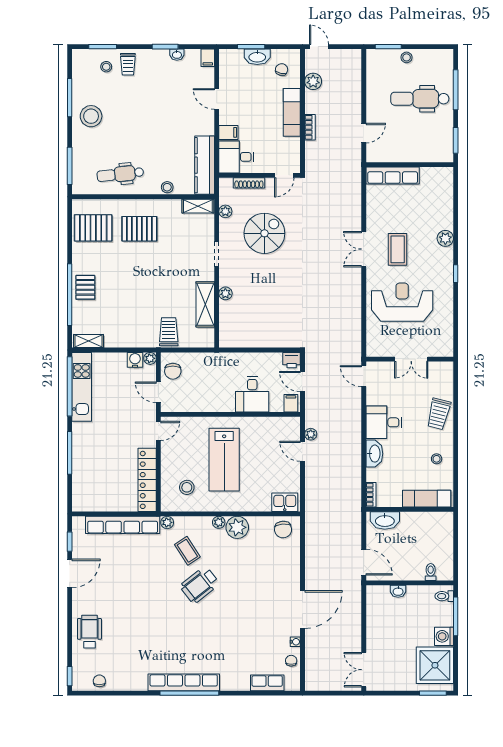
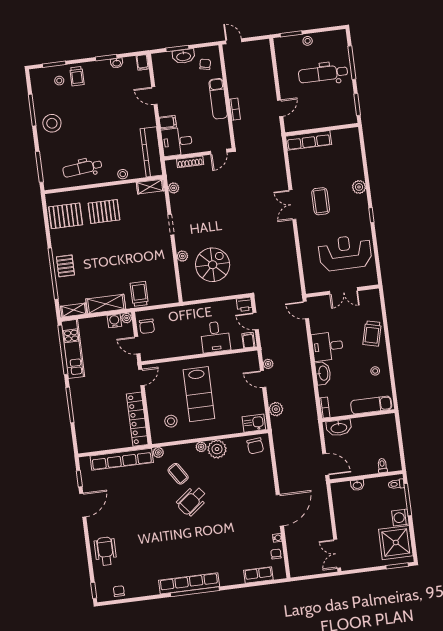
plant: (313, 81) -> (276, 409), moved
spiral stairs: (264, 233) -> (213, 265), moved
reception desk: (402, 302) -> (345, 253), moved
shelving: (205, 304) -> (106, 304), moved, turned 90

